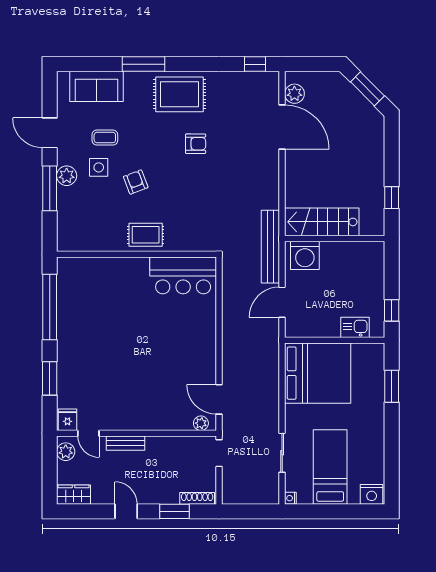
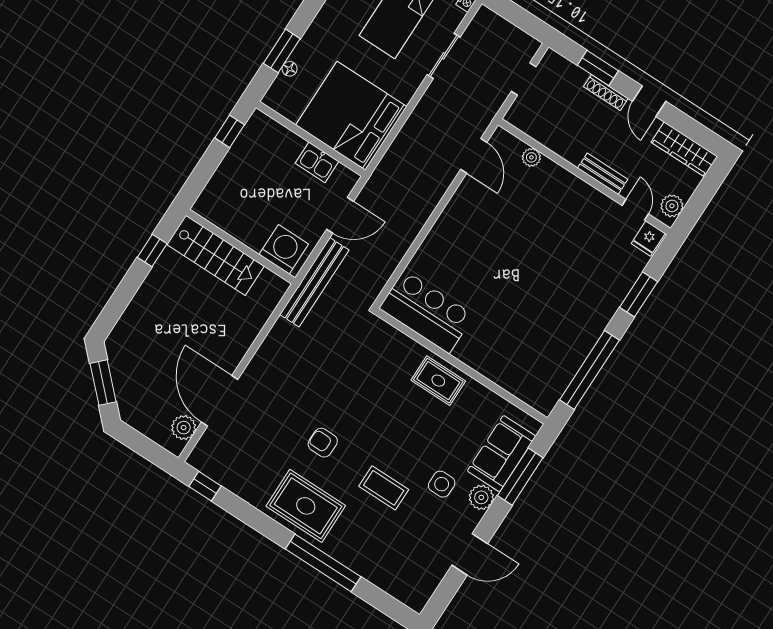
window: (143, 64) -> (323, 563), width x1.46
sofa: (96, 86) -> (502, 454), moved, turned -90
door: (50, 133) -> (470, 554), hinge flipped
coffee table: (105, 138) -> (384, 488), moved, width x1.36, depth x1.30
armchair: (136, 182) -> (412, 443), removed
window: (50, 188) -> (520, 477), moved
stairs: (322, 222) -> (215, 255), moved
kitchen sink: (355, 327) -> (317, 162), moved
floor lamp: (379, 378) -> (290, 69), added
plant: (201, 423) -> (531, 157), moved
doorway: (219, 453) -> (524, 79), moved
wardrobe: (74, 495) -> (684, 149), width x1.50
shoe rack: (197, 498) -> (606, 93), moved

